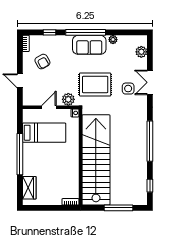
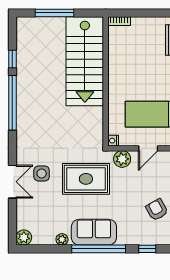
plant: (141, 52) -> (24, 238), moved
stairs: (96, 160) -> (85, 61), width x0.73
window: (150, 186) -> (12, 59), moved

